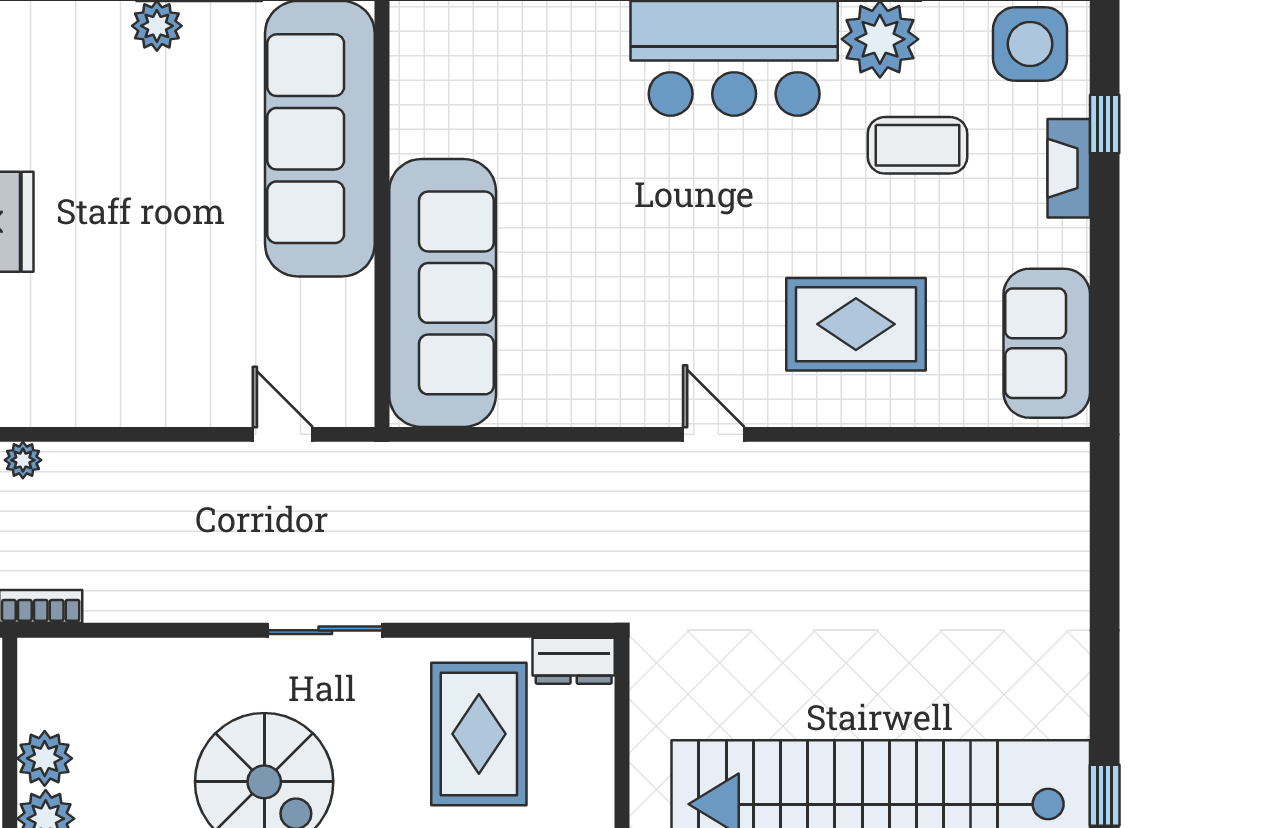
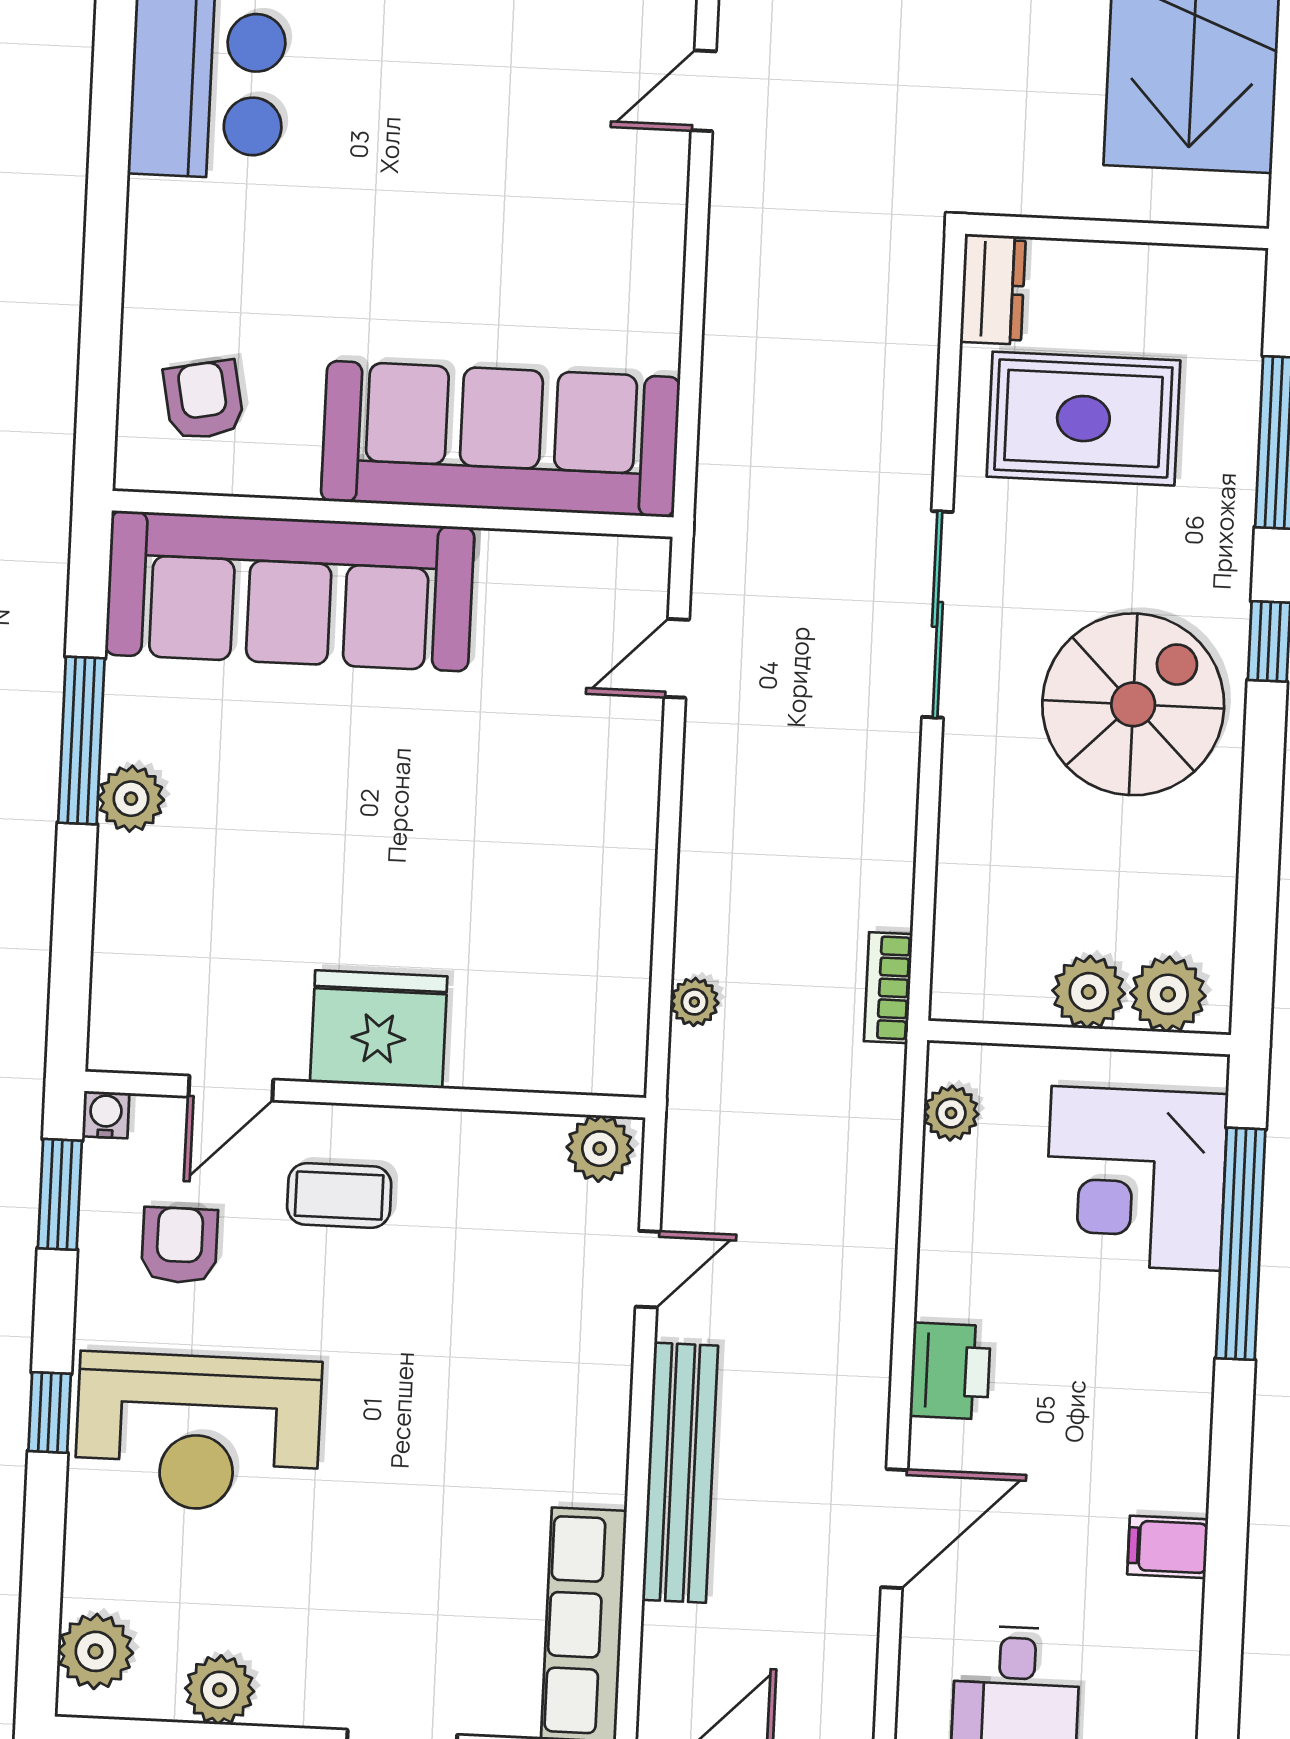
armchair: (461, 67) -> (204, 400), added
sliding door: (325, 630) -> (937, 614), width x1.37

